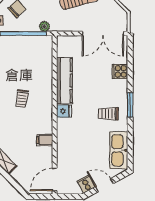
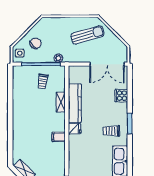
shelving: (47, 79) -> (61, 102), added
trolley: (22, 99) -> (43, 81), moved
filing cabinet: (45, 140) -> (59, 137), moved

